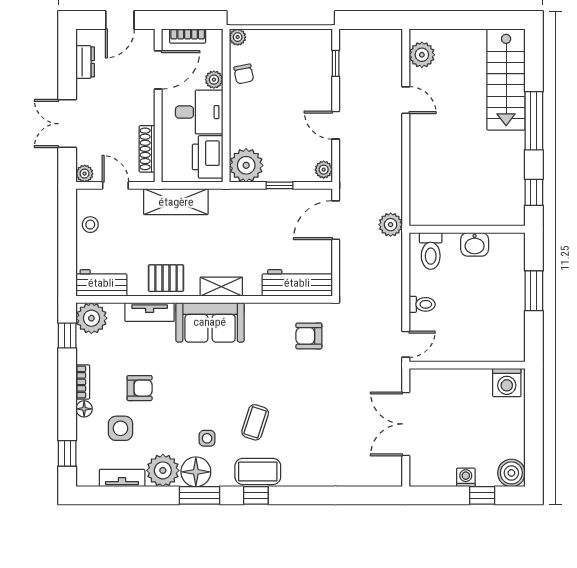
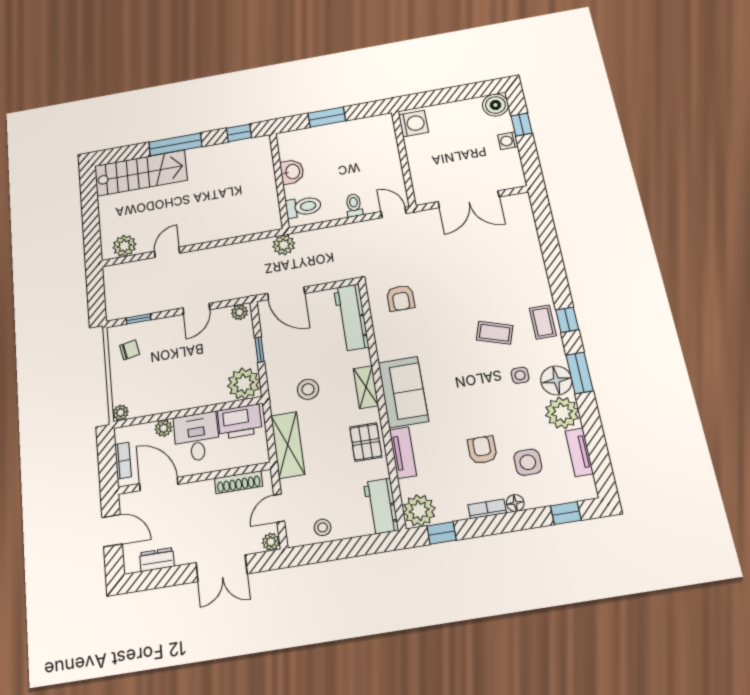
chair: (244, 74) -> (130, 350), moved
stool: (229, 229) -> (308, 389), added
coffee table: (258, 471) -> (543, 322), width x0.73, depth x0.77

